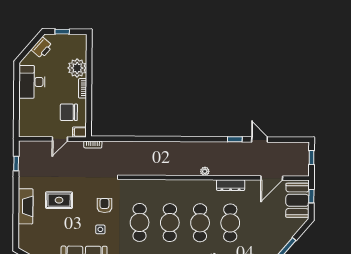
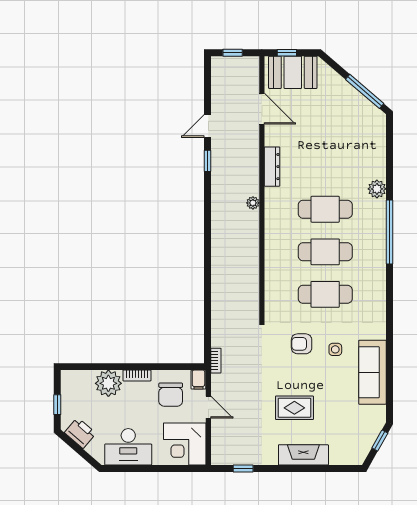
corner desk: (34, 122) -> (185, 444), added
rug: (59, 200) -> (294, 408), turned 90
cafe table: (230, 223) -> (325, 167), removed

